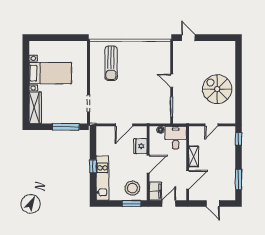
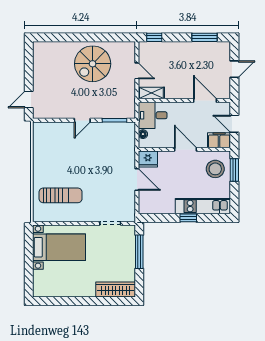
bed with nightstands: (50, 73) -> (59, 247), moved, turned 90
fridge: (140, 146) -> (148, 159), moved
shelving: (194, 156) -> (151, 93), moved

